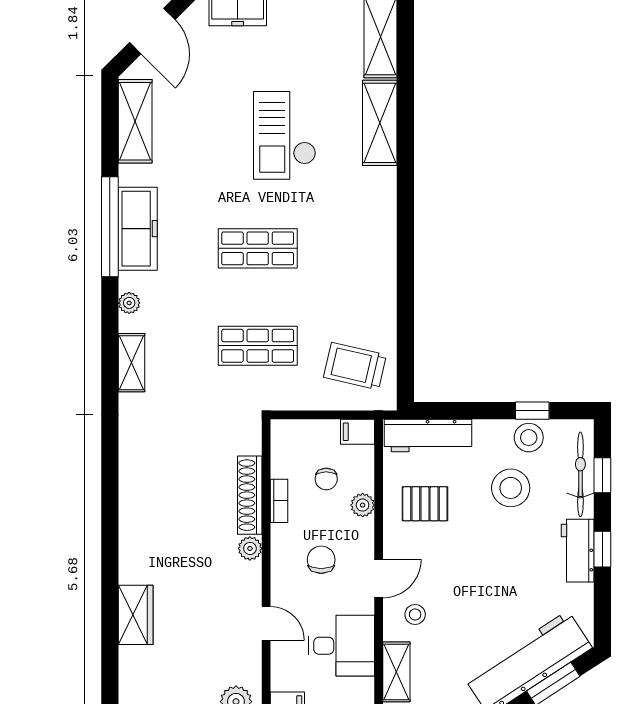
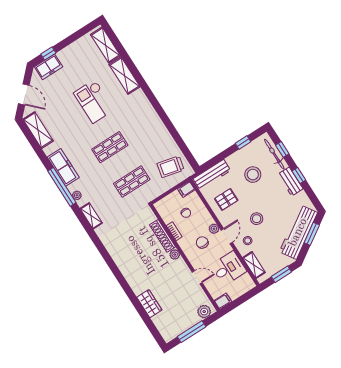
window: (110, 227) -> (62, 187), moved
stool: (529, 438) -> (257, 219), moved
plant: (363, 505) -> (214, 229), moved

